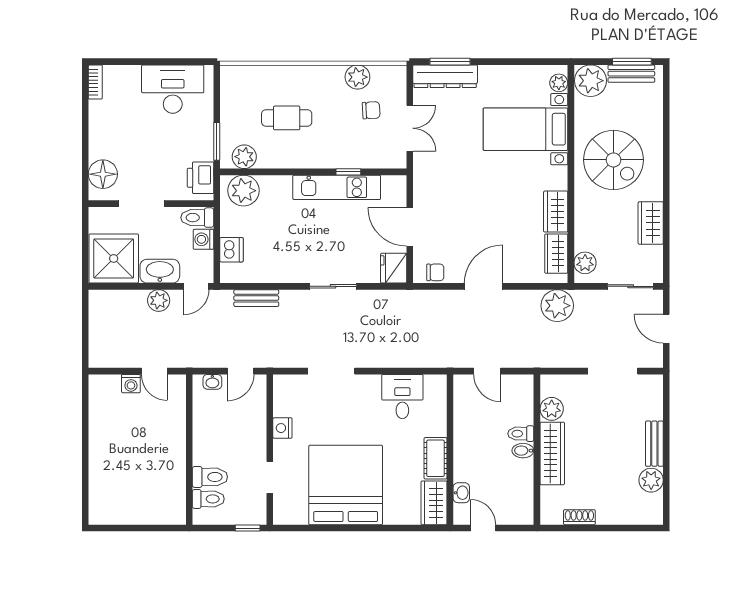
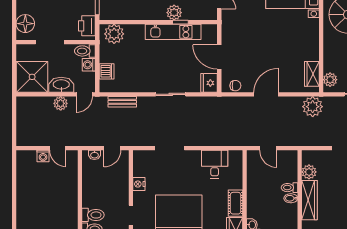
plant: (244, 157) -> (174, 13), moved
wardrobe: (556, 212) -> (312, 47), removed

